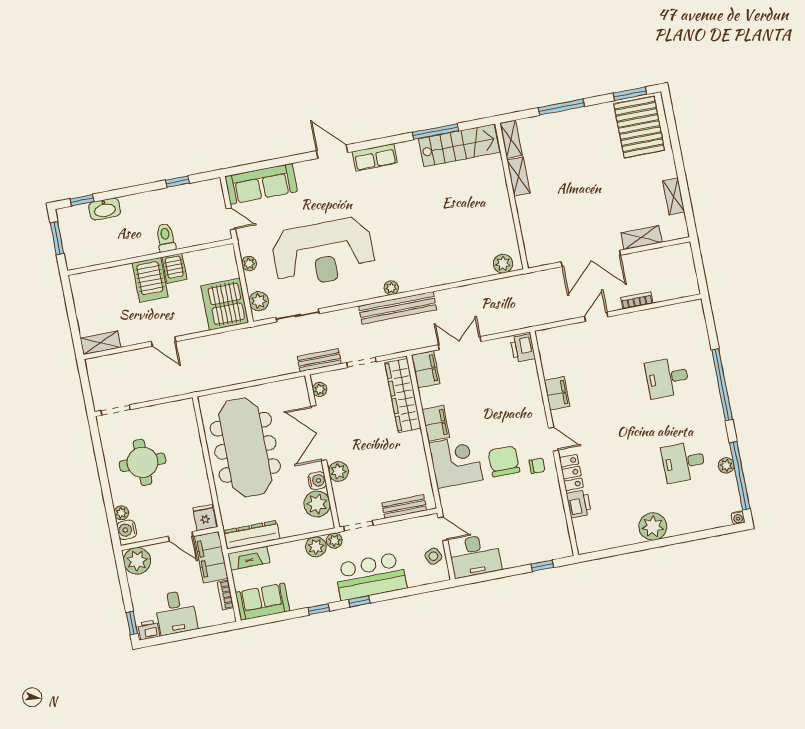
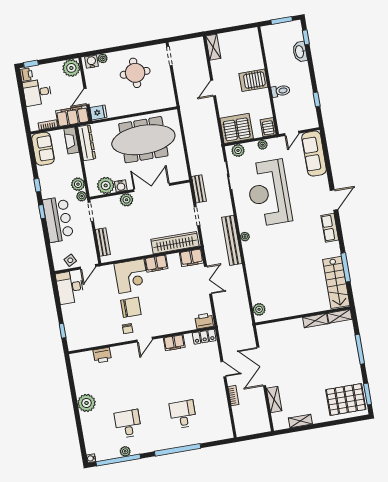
server rack: (174, 268) -> (268, 127), moved, turned 90
plant: (320, 389) -> (180, 189), removed
locker: (571, 473) -> (204, 337), moved

